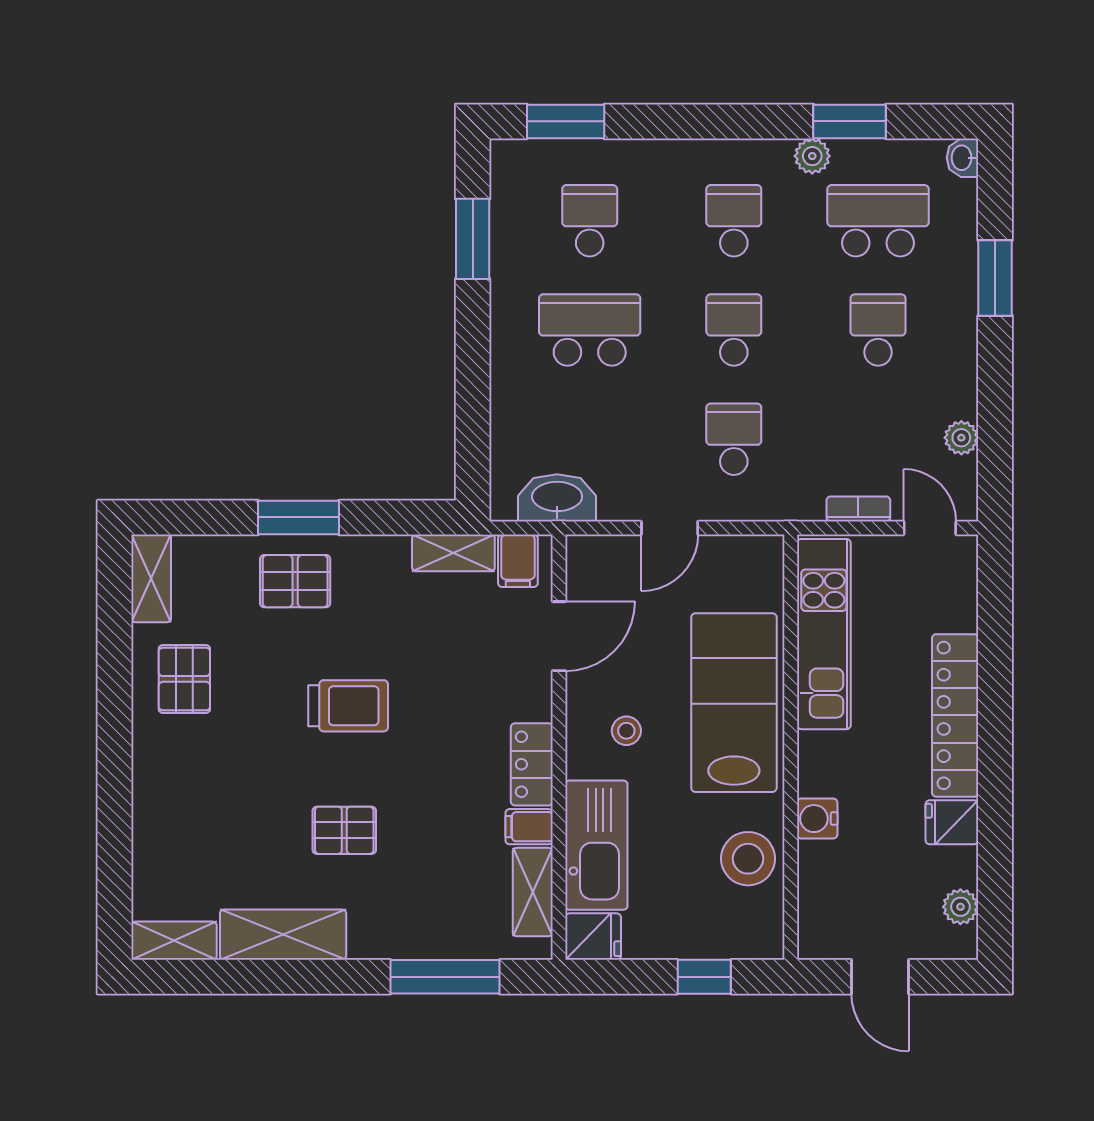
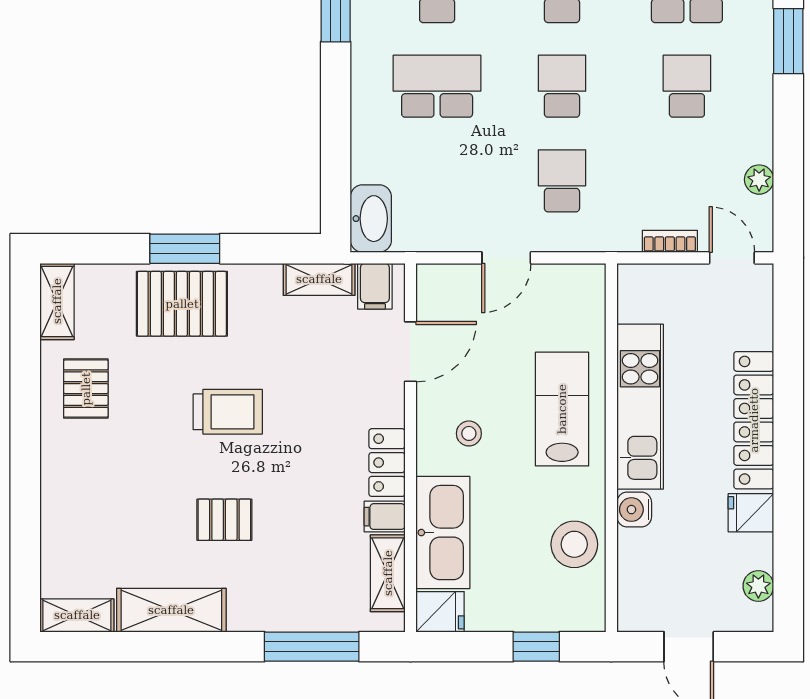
washbasin: (557, 498) -> (371, 219), moved, turned 90
pallet: (295, 581) -> (182, 304), width x1.50, depth x1.42
kitchen unit: (824, 634) -> (640, 407), moved
lab bench: (734, 703) -> (562, 409), width x0.73, depth x0.72

